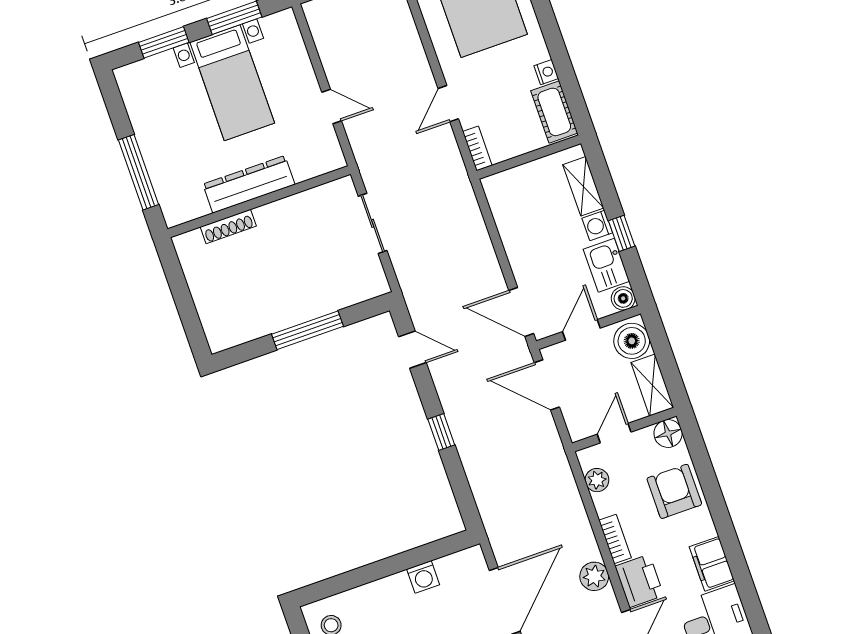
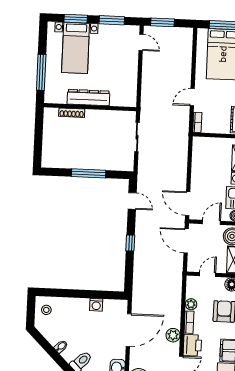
bed with nightstands: (232, 83) -> (76, 48), moved
door: (332, 106) -> (141, 42), moved
plant: (597, 480) -> (191, 304), moved

